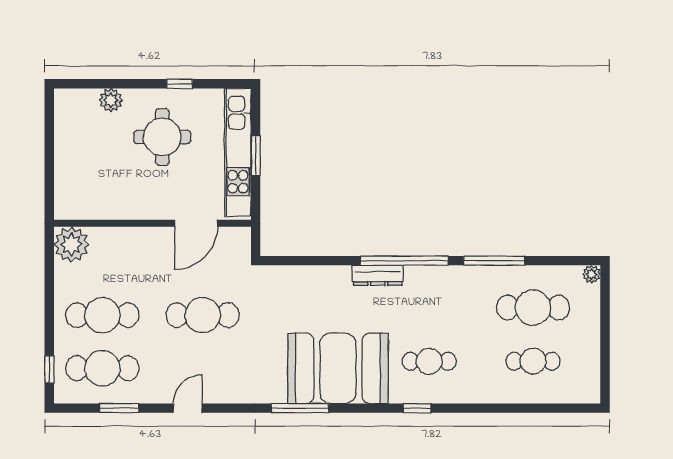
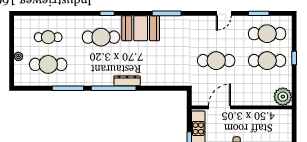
plant: (592, 274) -> (18, 56), moved
cafe table: (429, 361) -> (101, 37), width x1.37, depth x1.35
booth: (338, 368) -> (141, 28), width x0.73, depth x0.70
window: (49, 369) -> (294, 58), moved

